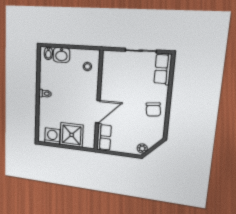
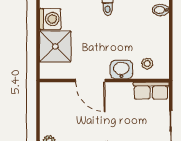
washbasin: (61, 55) -> (121, 70), moved, turned 90
row of seats: (104, 137) -> (151, 91), moved

